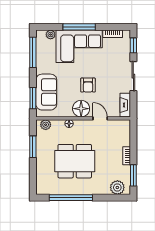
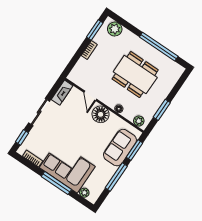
window: (33, 52) -> (116, 177), moved
armchair: (88, 85) -> (82, 130), removed

